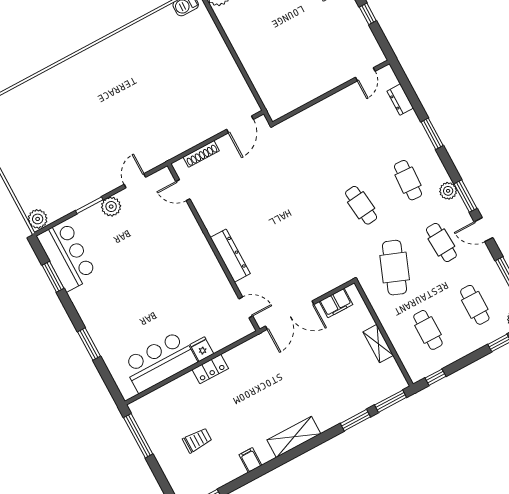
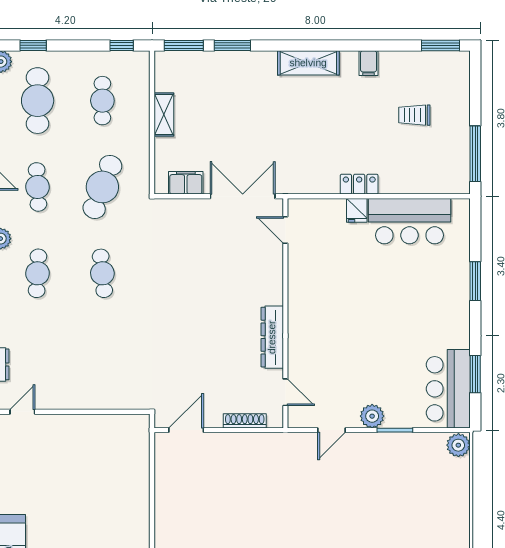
dresser: (230, 256) -> (272, 337), moved
cafe table: (475, 305) -> (38, 101), width x1.37, depth x1.35

